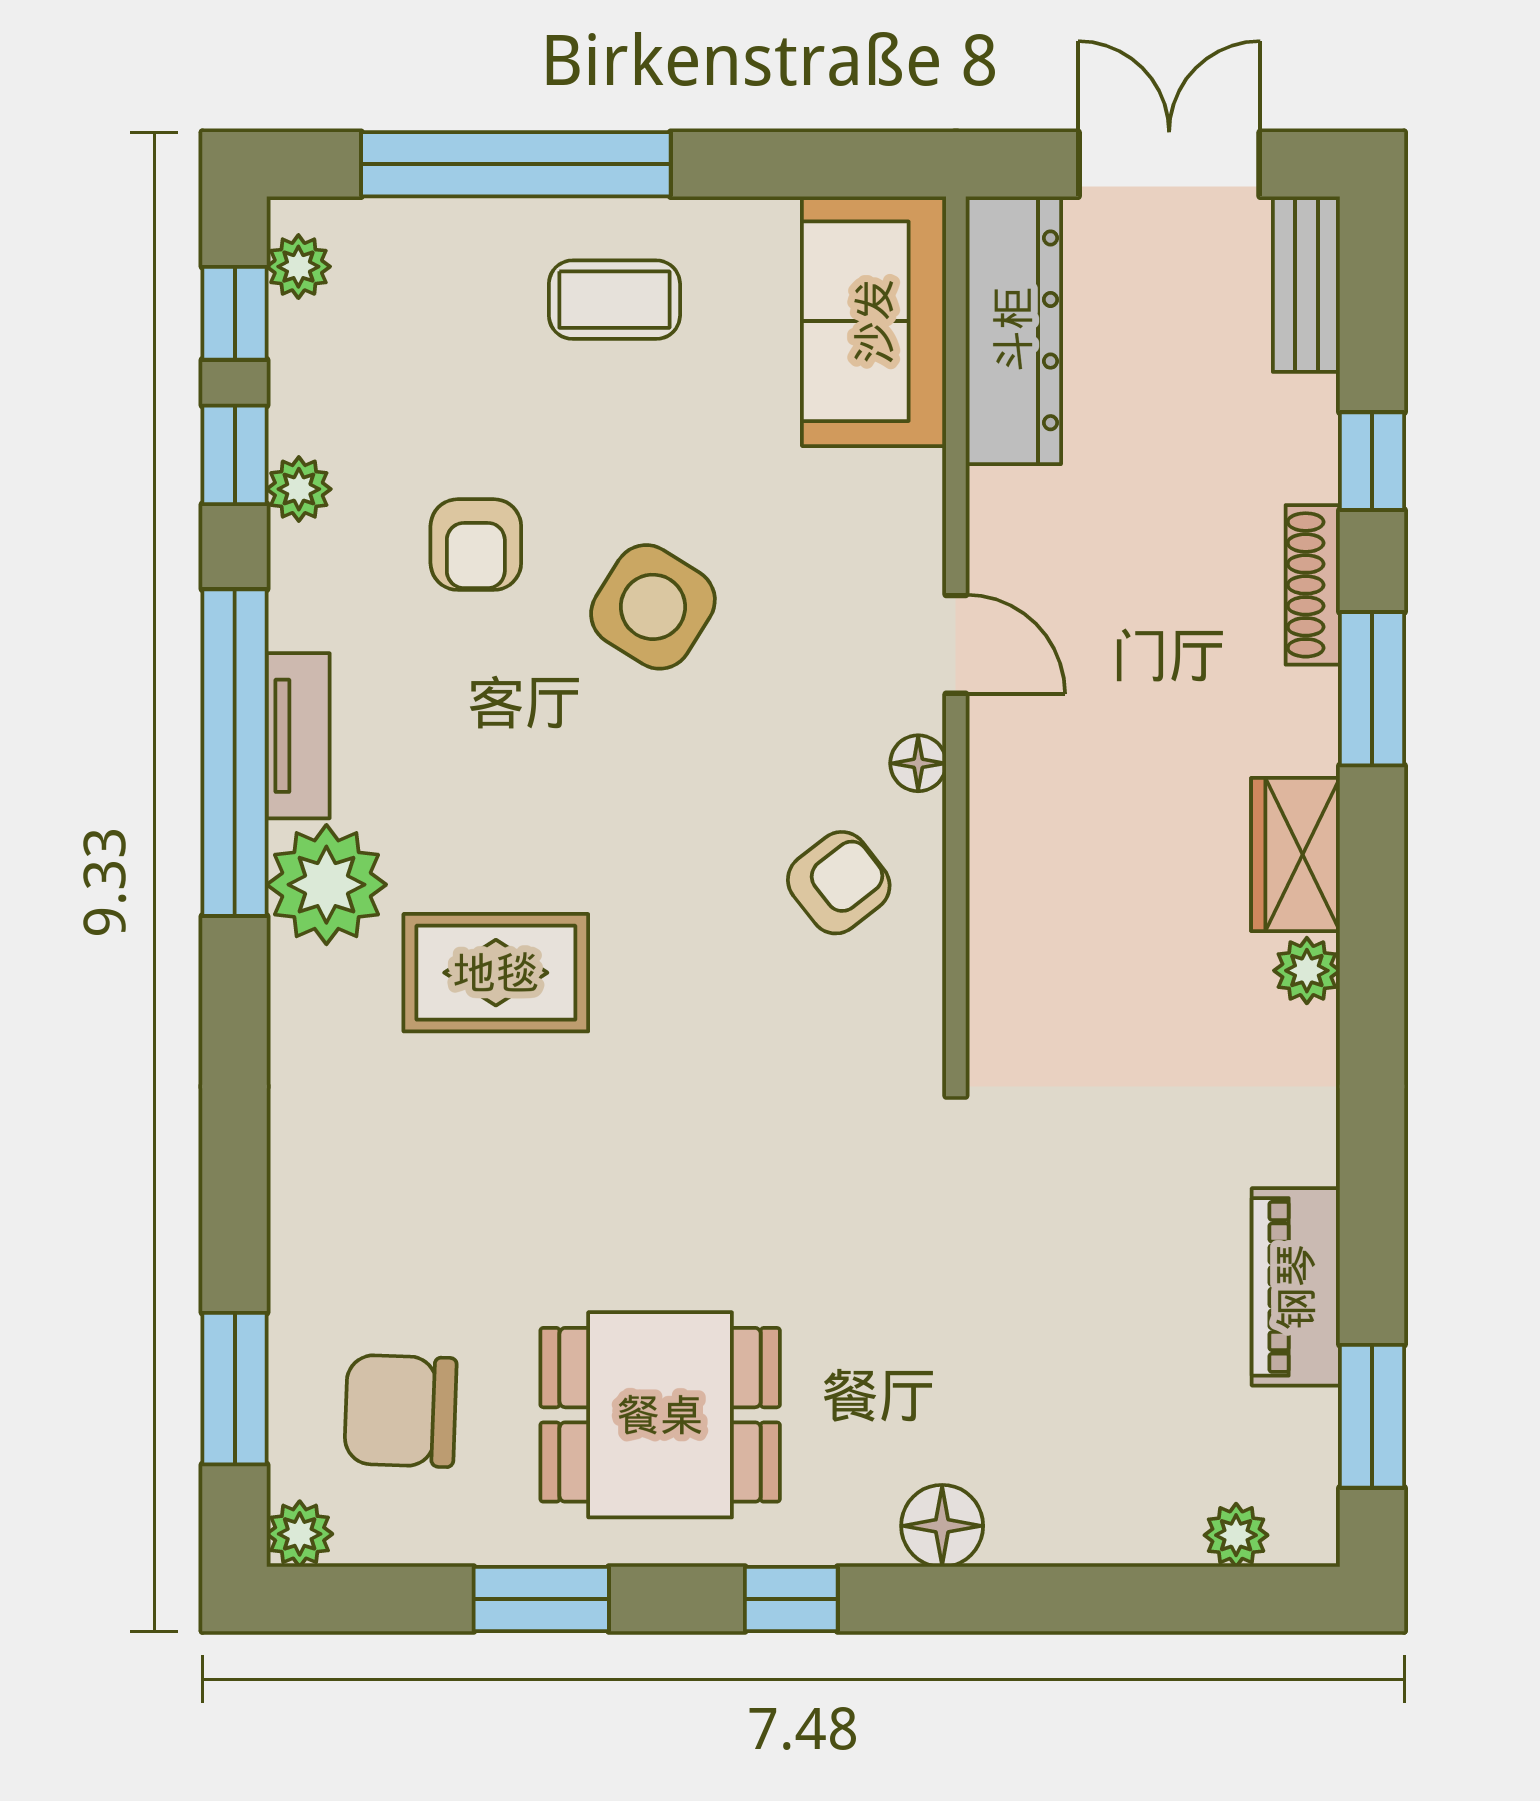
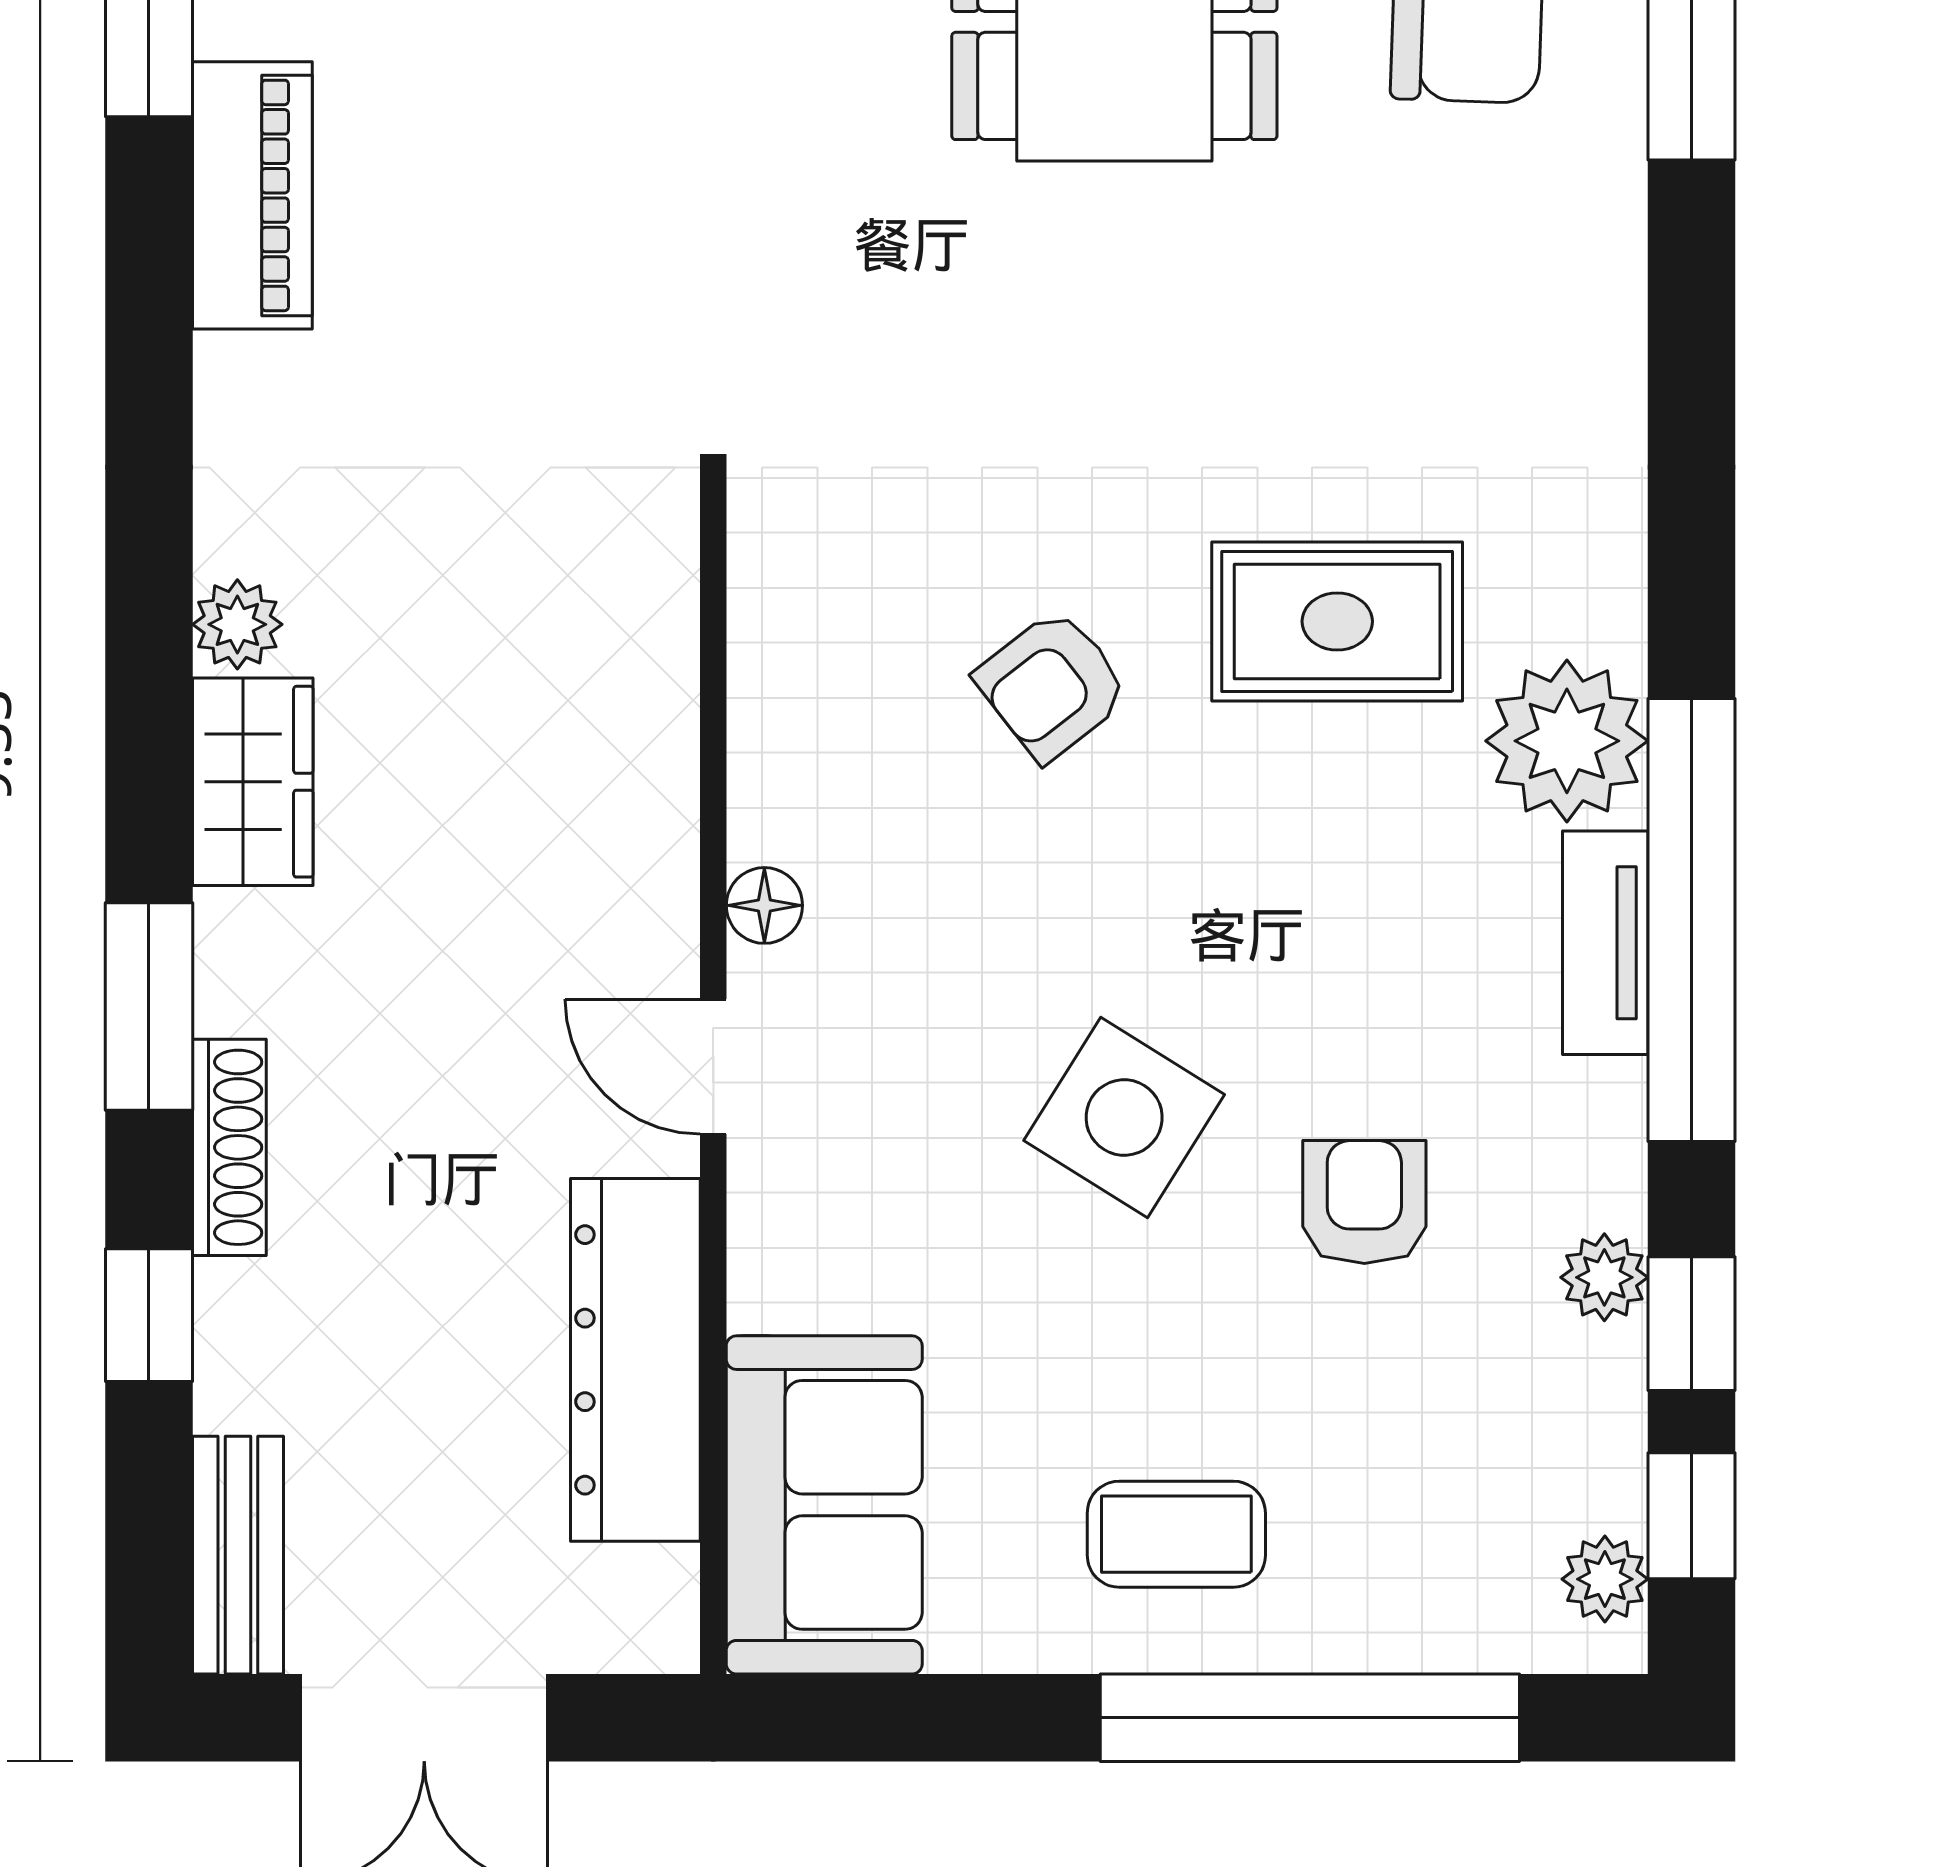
dresser: (1013, 330) -> (635, 1360), moved
armchair: (839, 883) -> (1052, 685), moved

